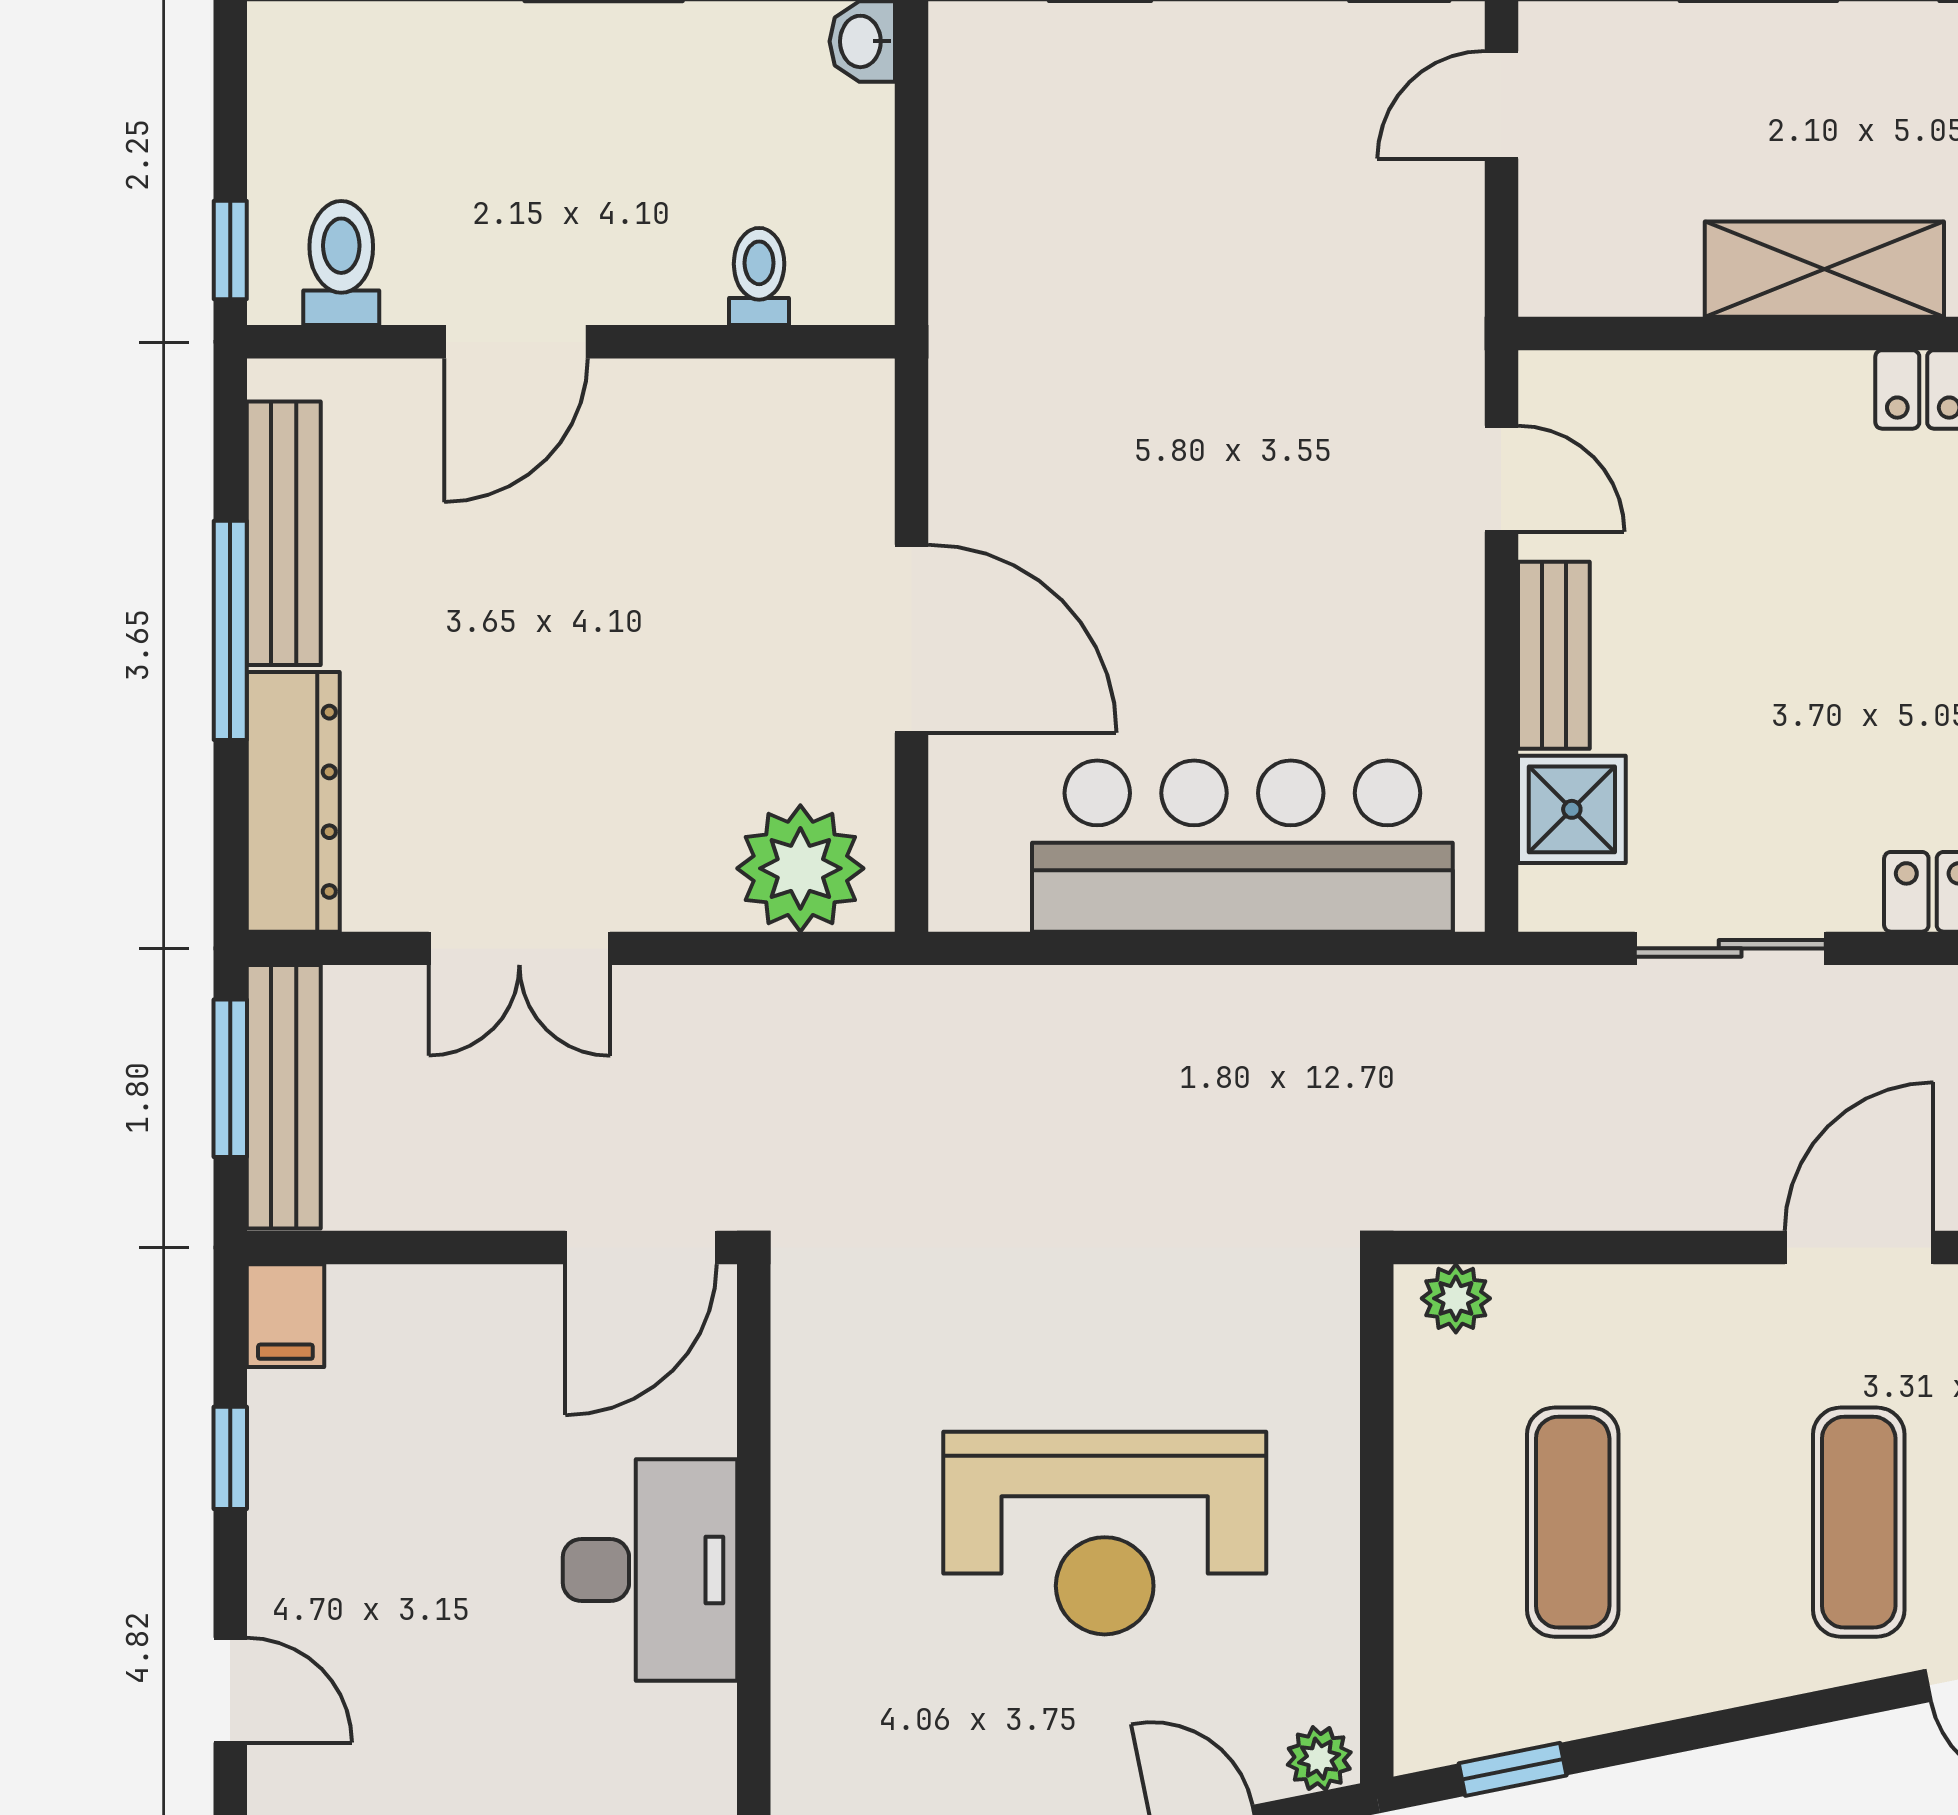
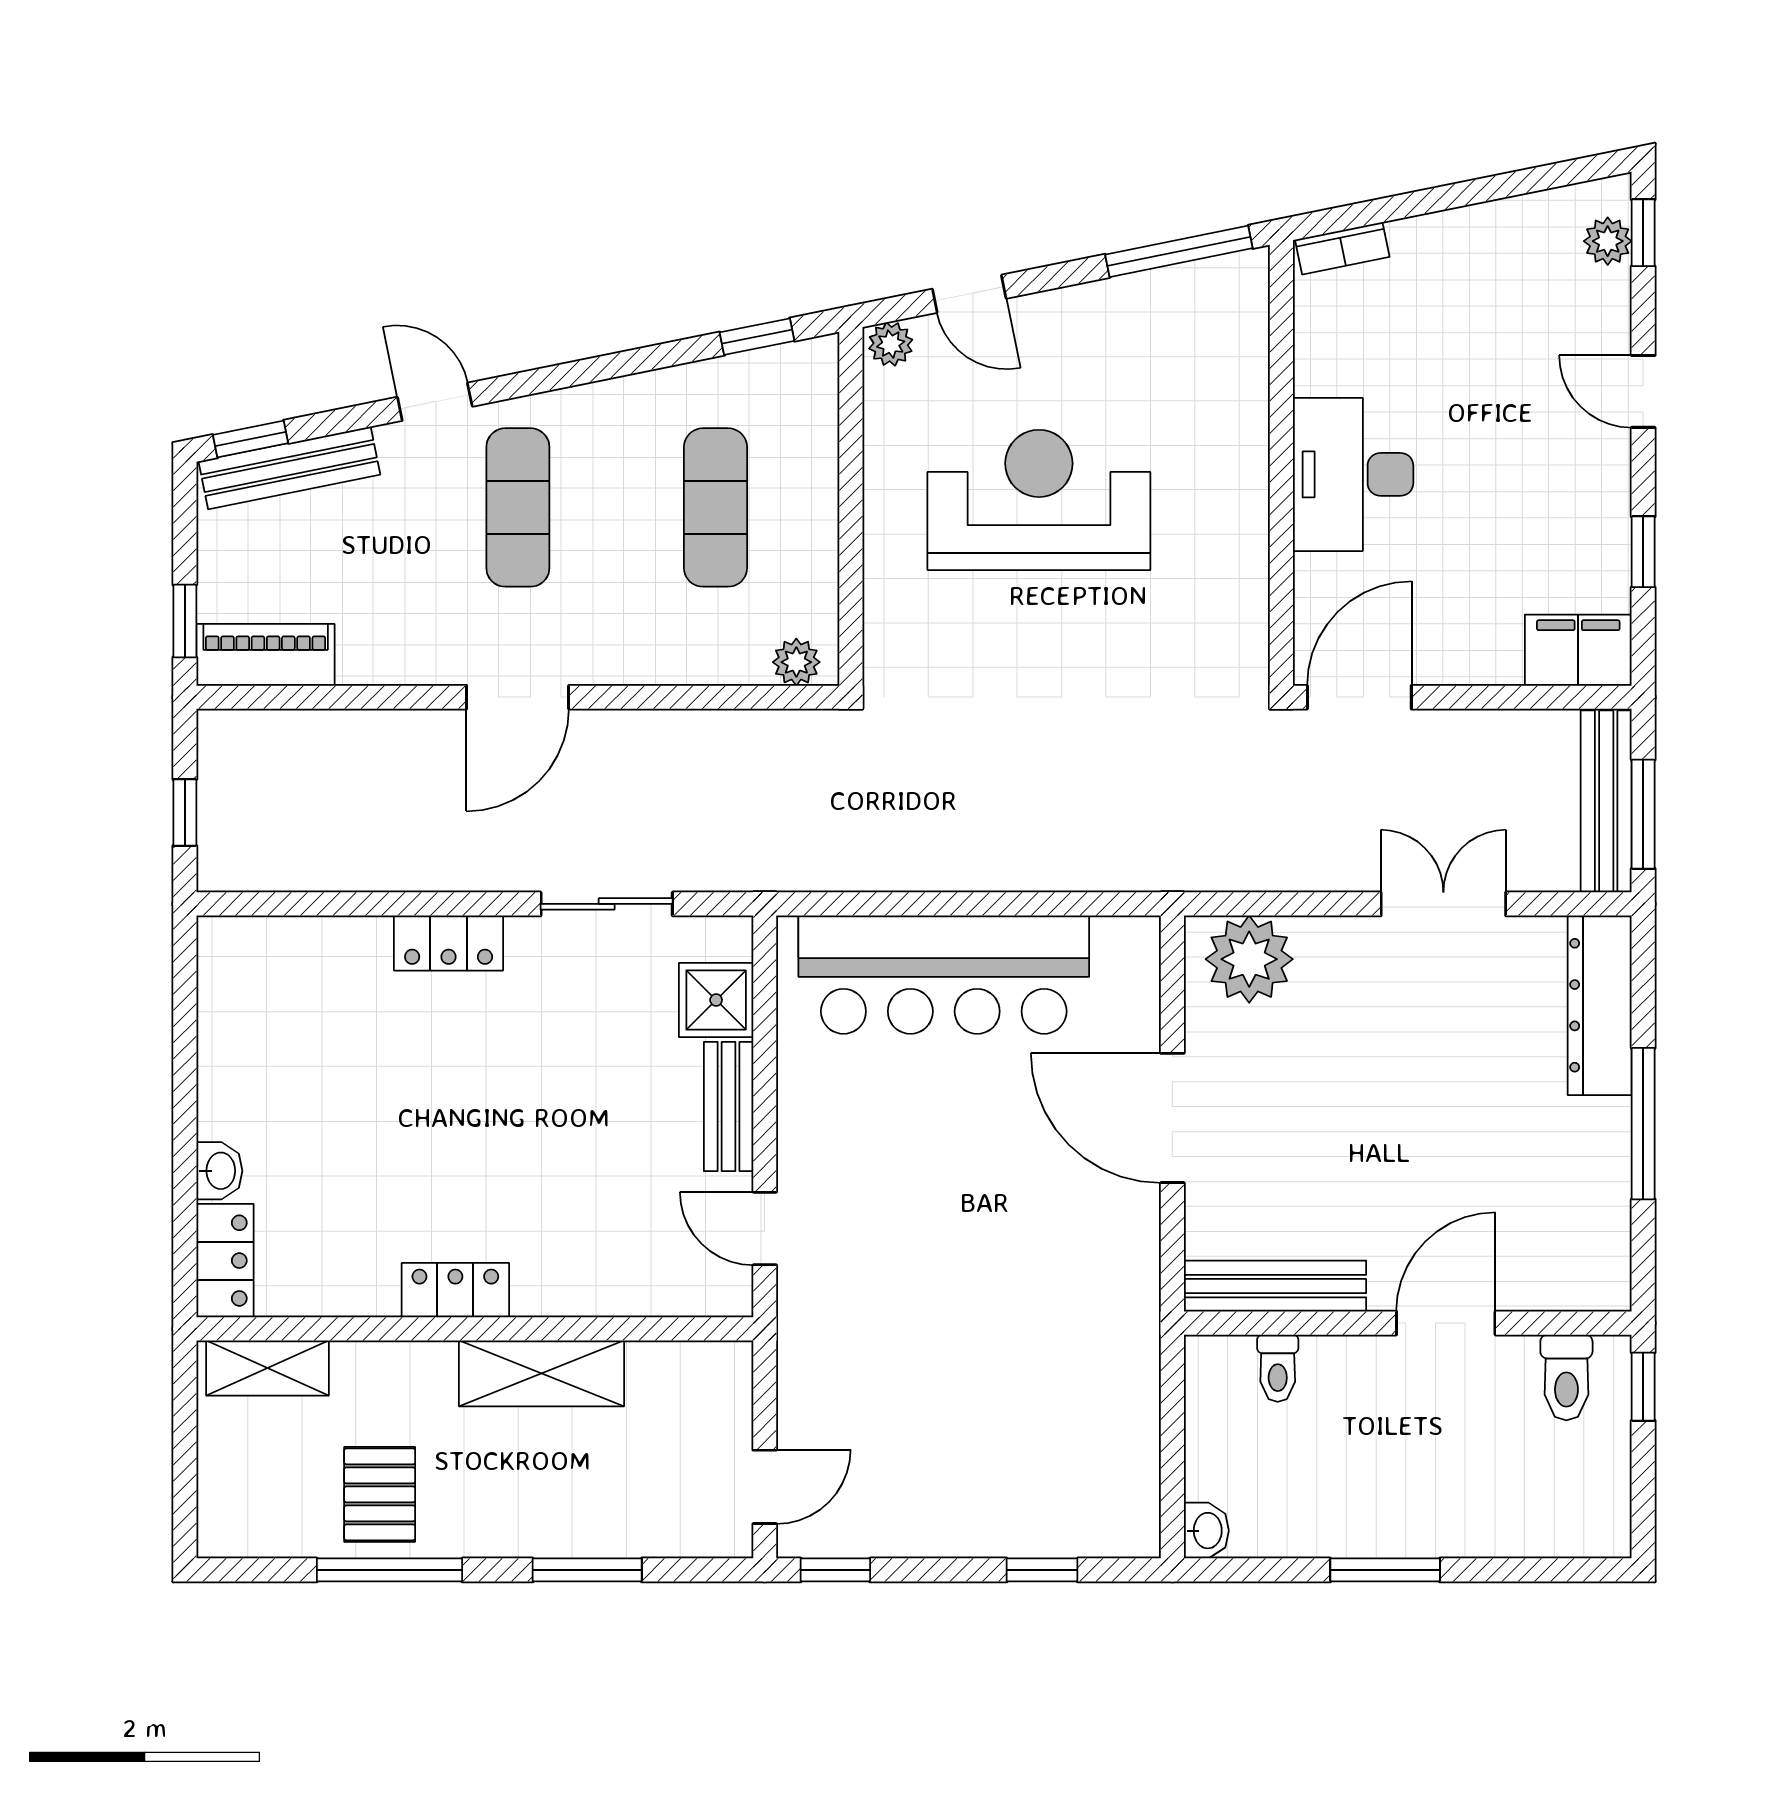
bench: (284, 533) -> (1275, 1286), moved, turned 90
filing cabinet: (285, 1316) -> (1578, 650), width x2.00

